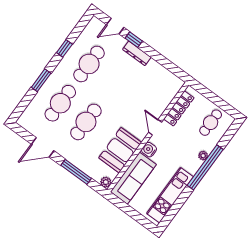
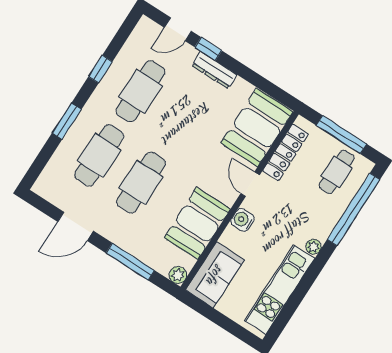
booth: (162, 91) -> (257, 127), added
window: (215, 99) -> (341, 135), added
plant: (203, 156) -> (313, 247), moved
window: (205, 167) -> (354, 209), moved
sofa: (133, 178) -> (215, 275), width x0.73

